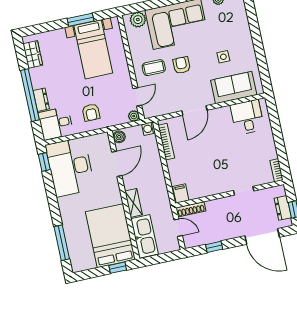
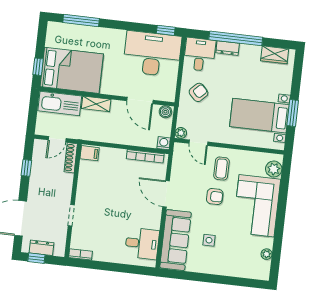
sofa: (234, 88) -> (175, 240), width x1.36
armchair: (91, 112) -> (199, 92), turned 135

